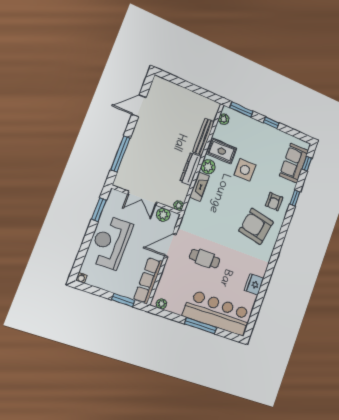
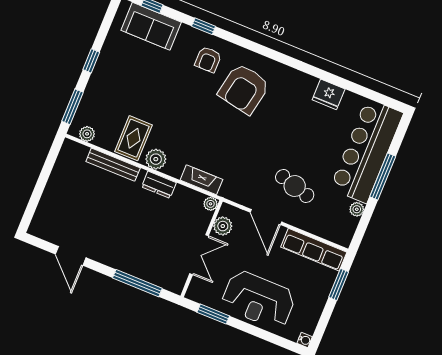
dresser: (191, 169) -> (159, 185), width x0.70
side table: (245, 170) -> (161, 104), removed
fireplace: (199, 187) -> (201, 180), moved
armchair: (274, 202) -> (208, 60), turned 90
cafe table: (205, 259) -> (295, 186), moved, turned -74
plant: (161, 304) -> (357, 209), moved

